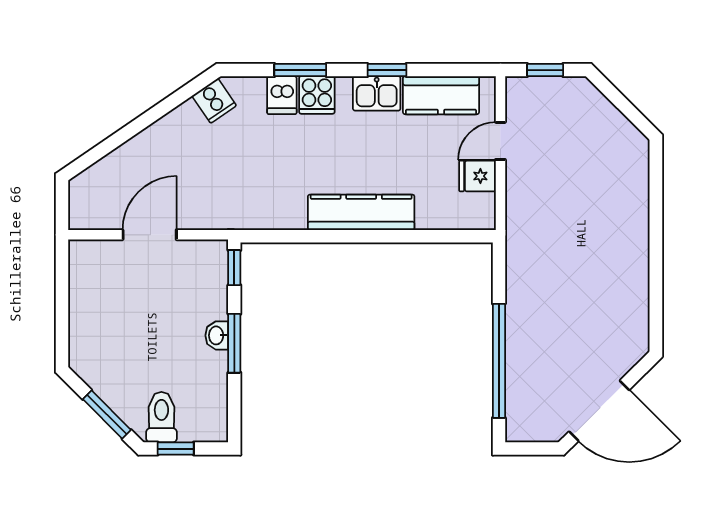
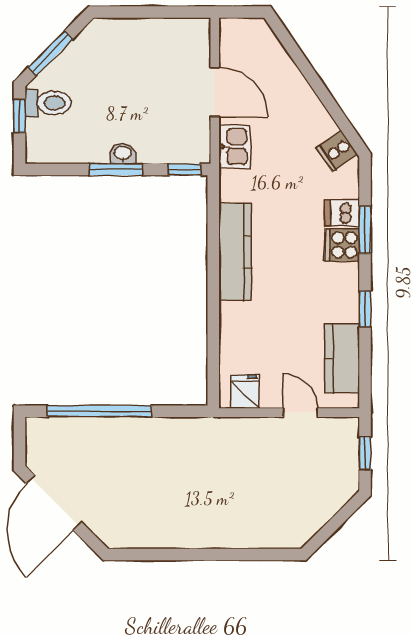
kitchen sink: (377, 93) -> (235, 146), moved, turned 180
fridge: (477, 176) -> (245, 392), moved
kitchen counter: (361, 212) -> (235, 252), moved

